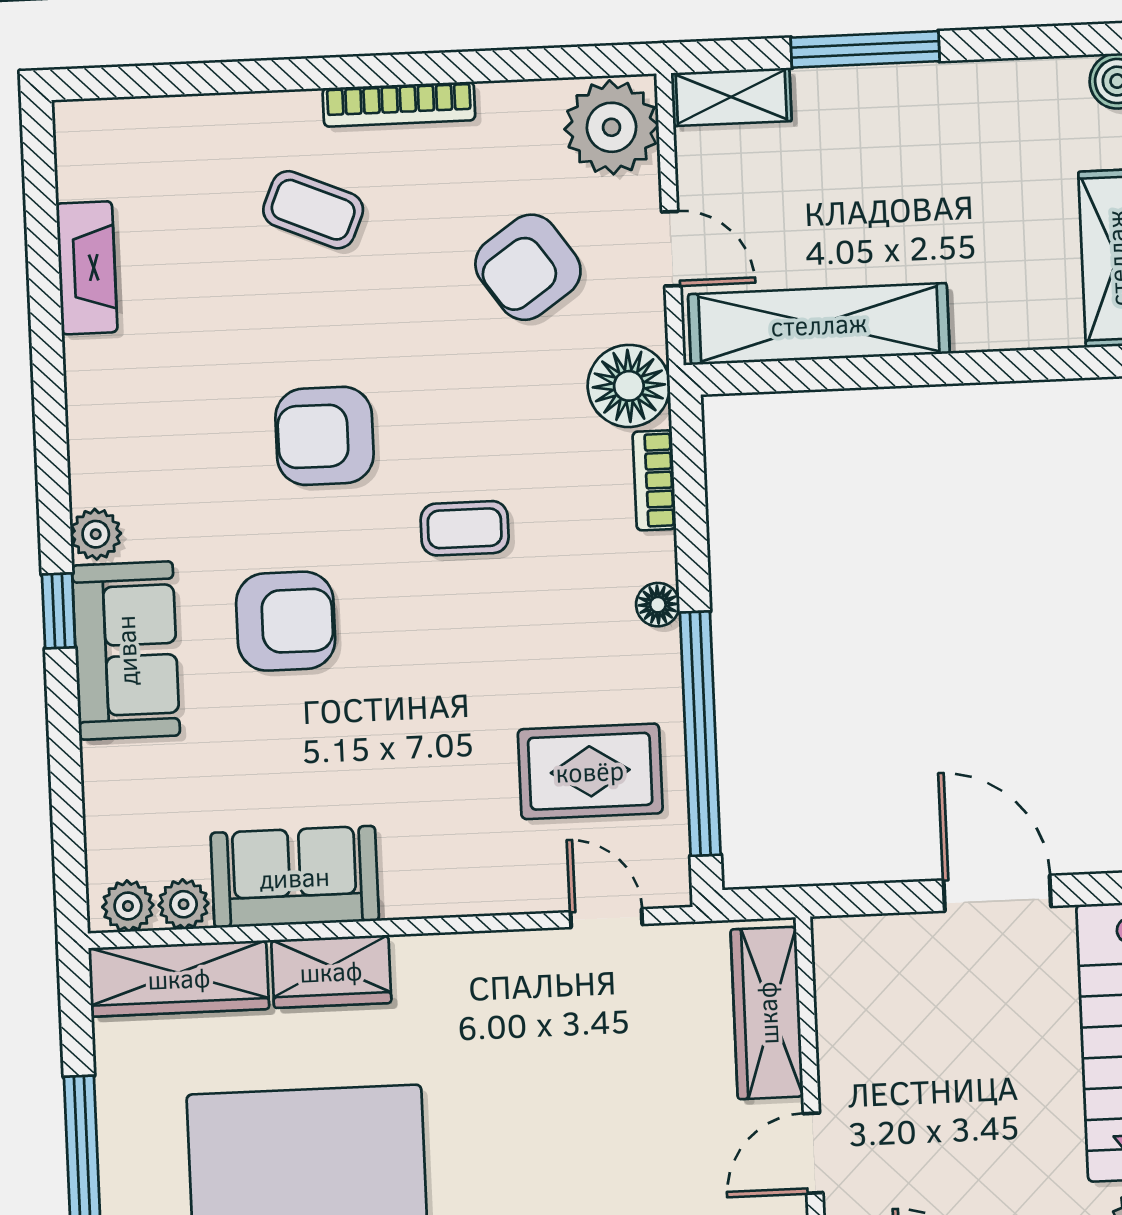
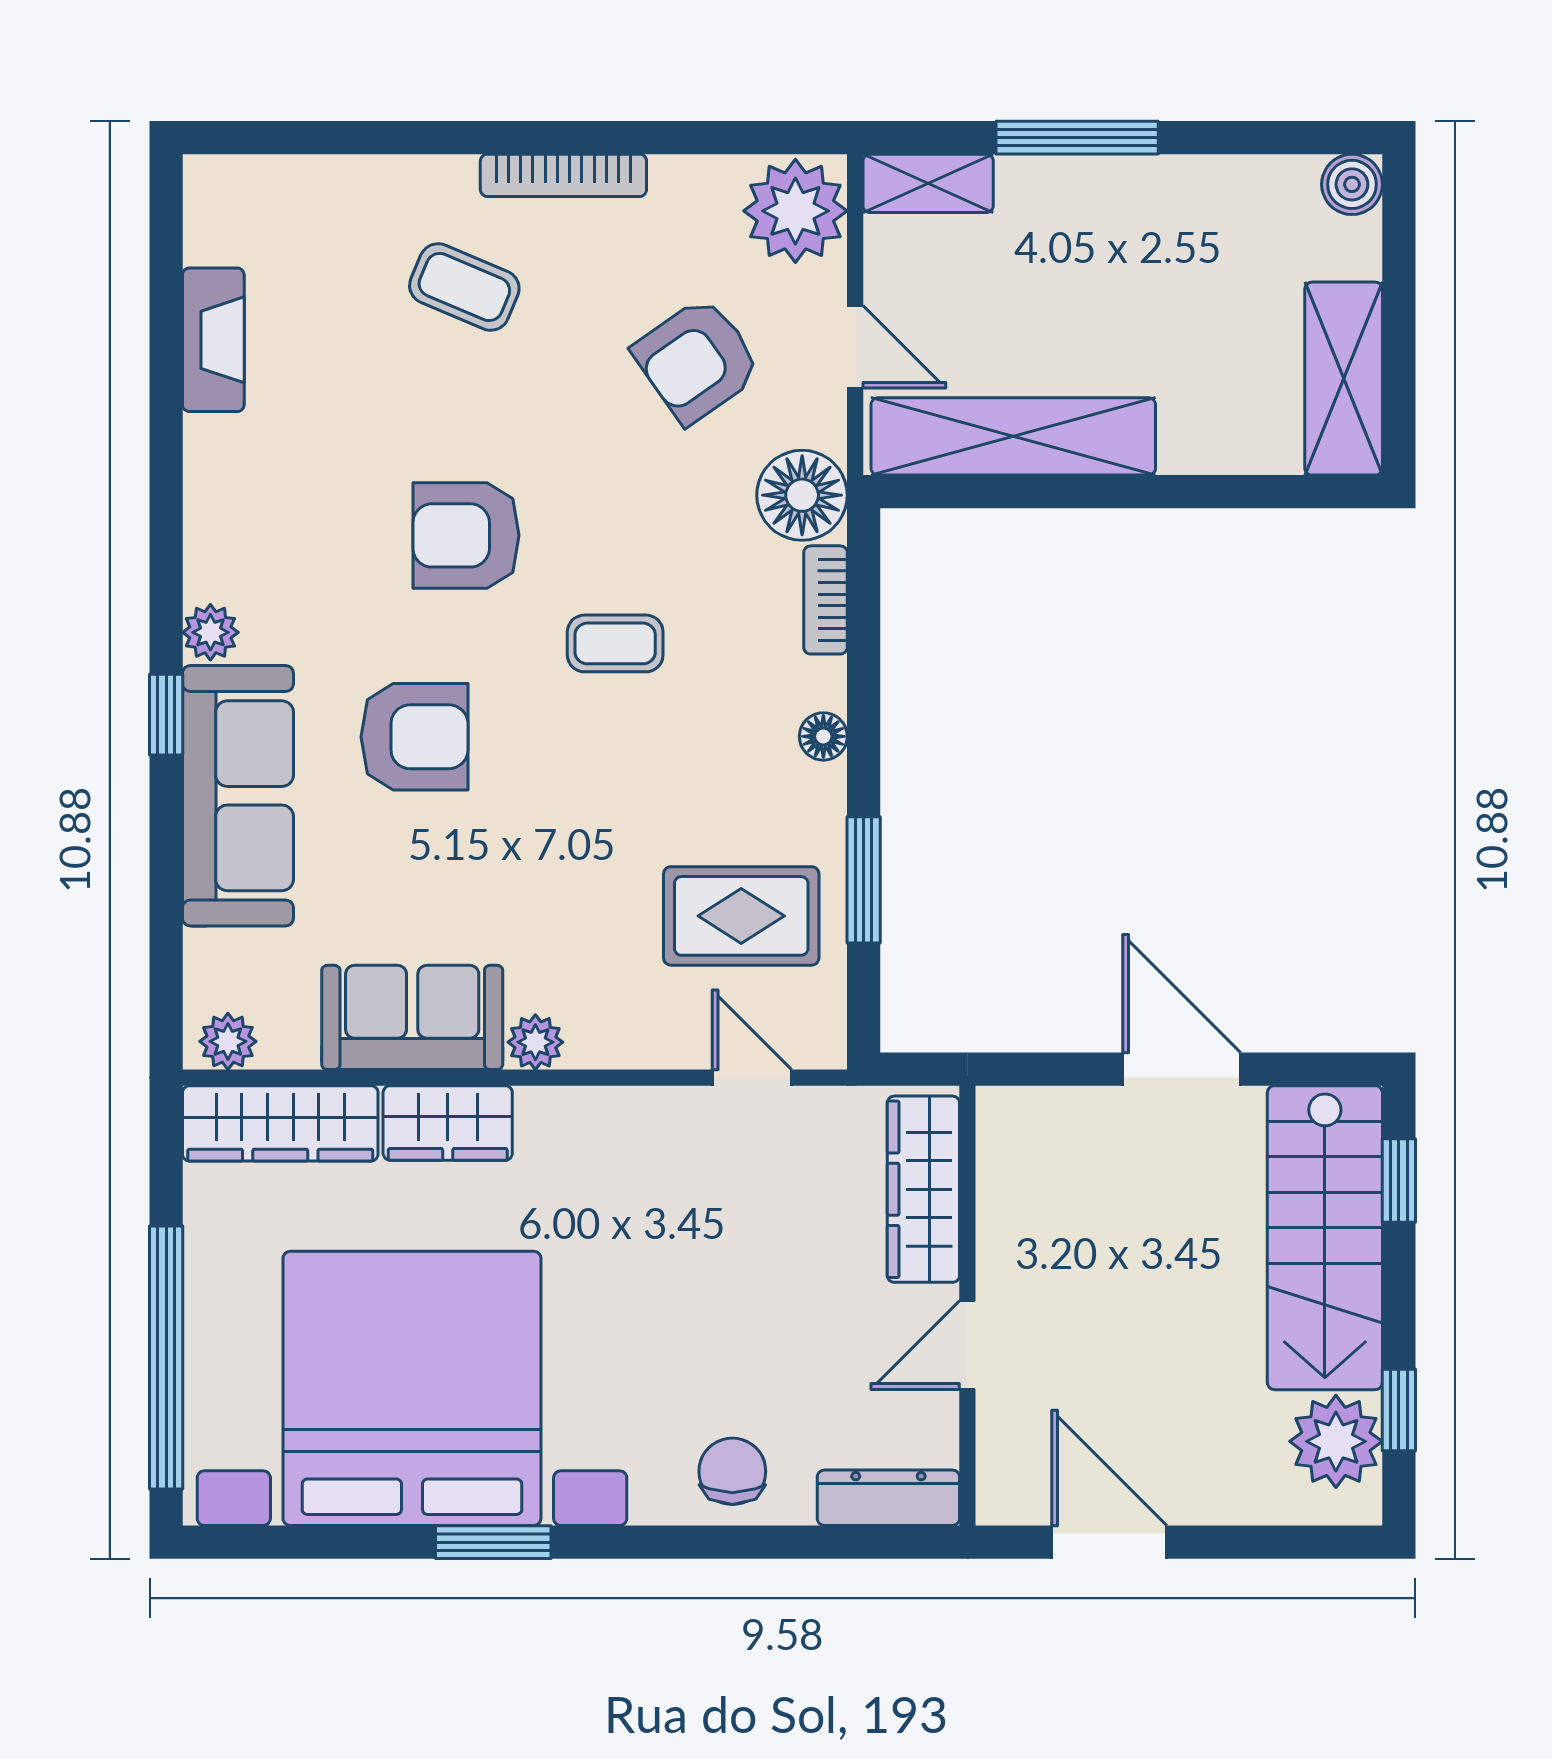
sofa: (126, 650) -> (238, 796), width x1.36
window: (700, 734) -> (864, 880), width x0.47
plant: (184, 904) -> (535, 1042), moved

